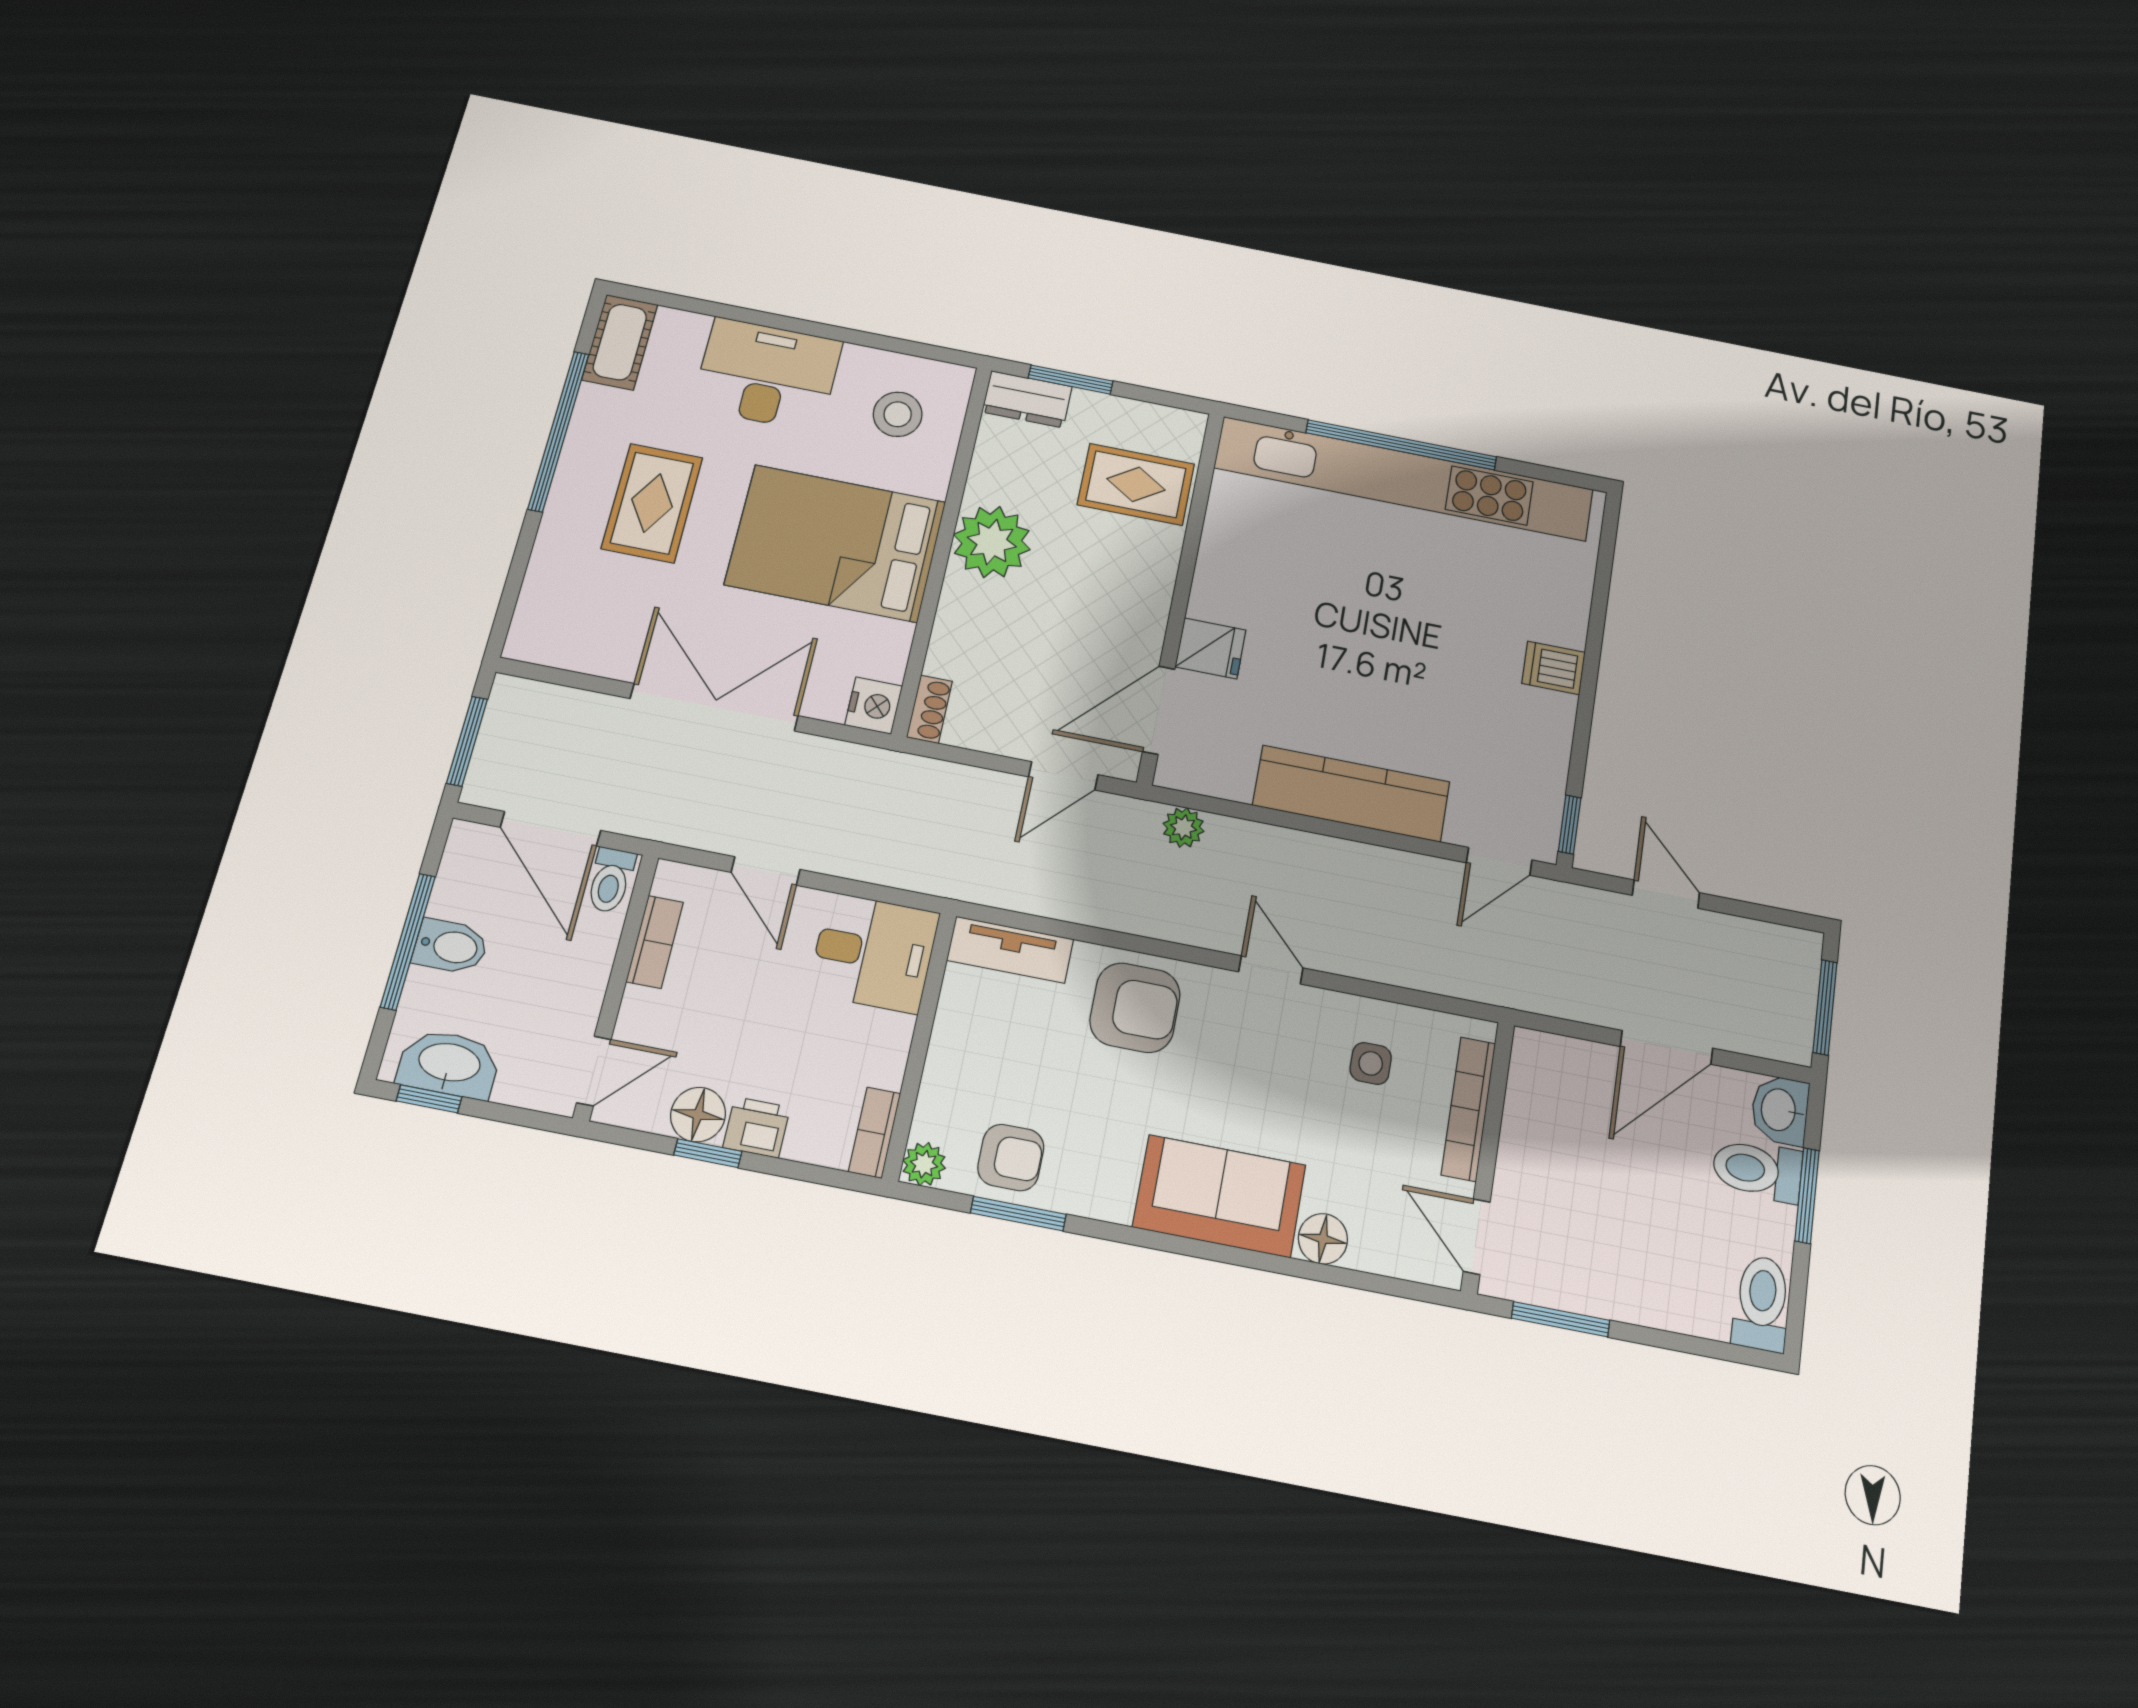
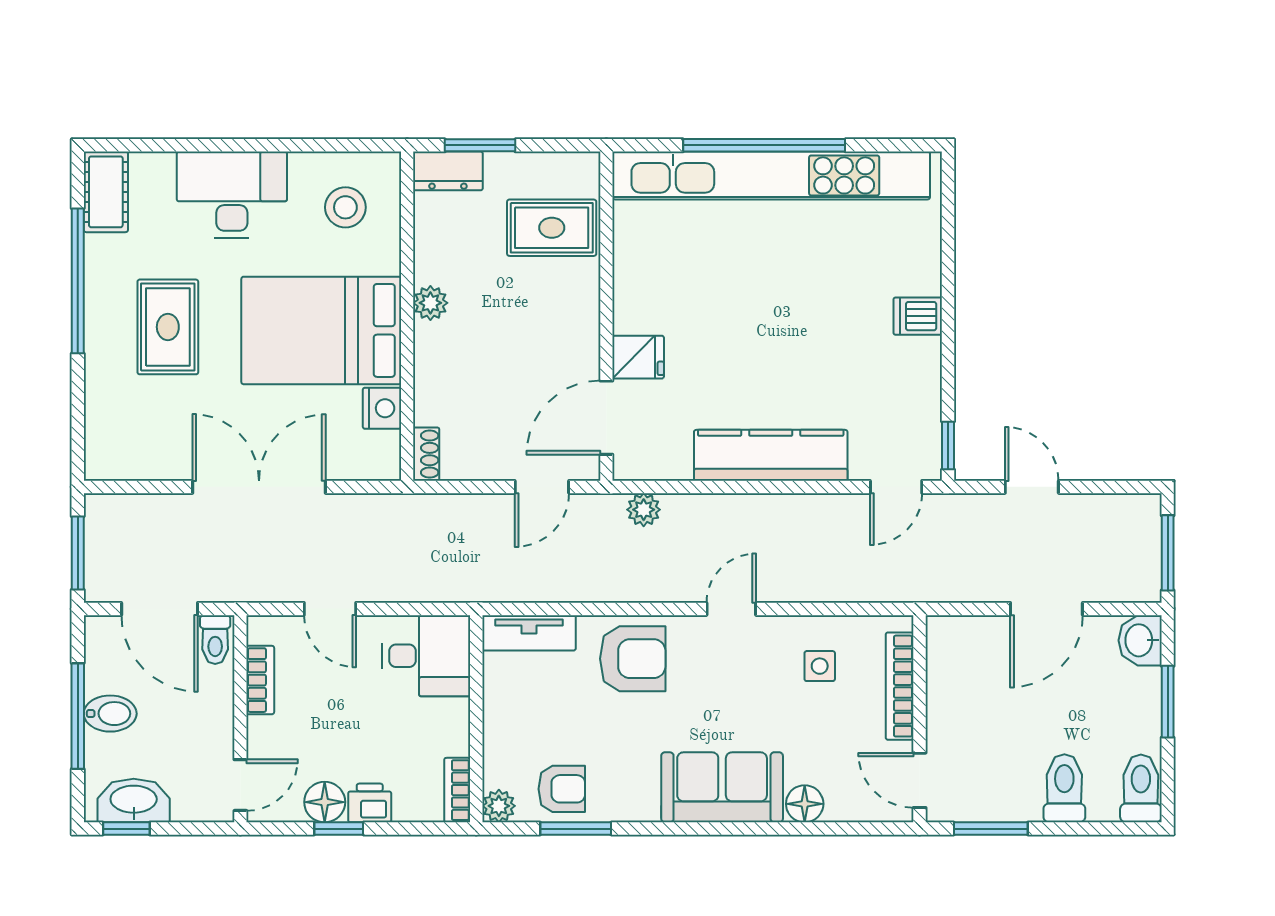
plant: (992, 542) -> (430, 303), width x0.53, depth x0.53
nightstand: (873, 706) -> (382, 408), moved
door: (1271, 970) -> (731, 609), hinge flipped
toilet: (1757, 1170) -> (1064, 788), moved, turned 90

